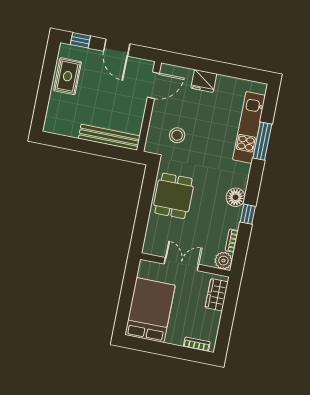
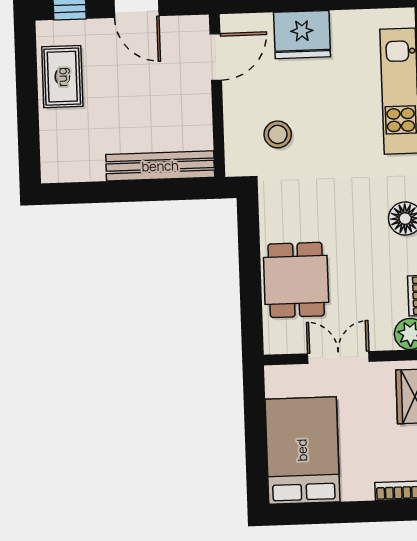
fridge: (204, 81) -> (302, 35), width x1.36, depth x1.34
dining table: (174, 196) -> (296, 280), moved

